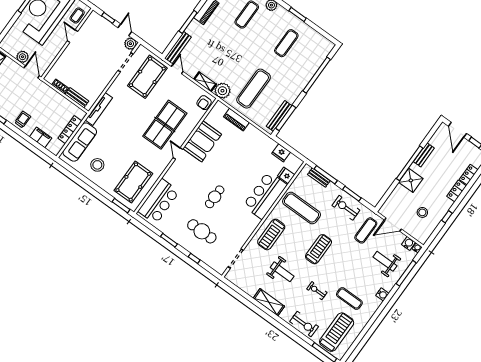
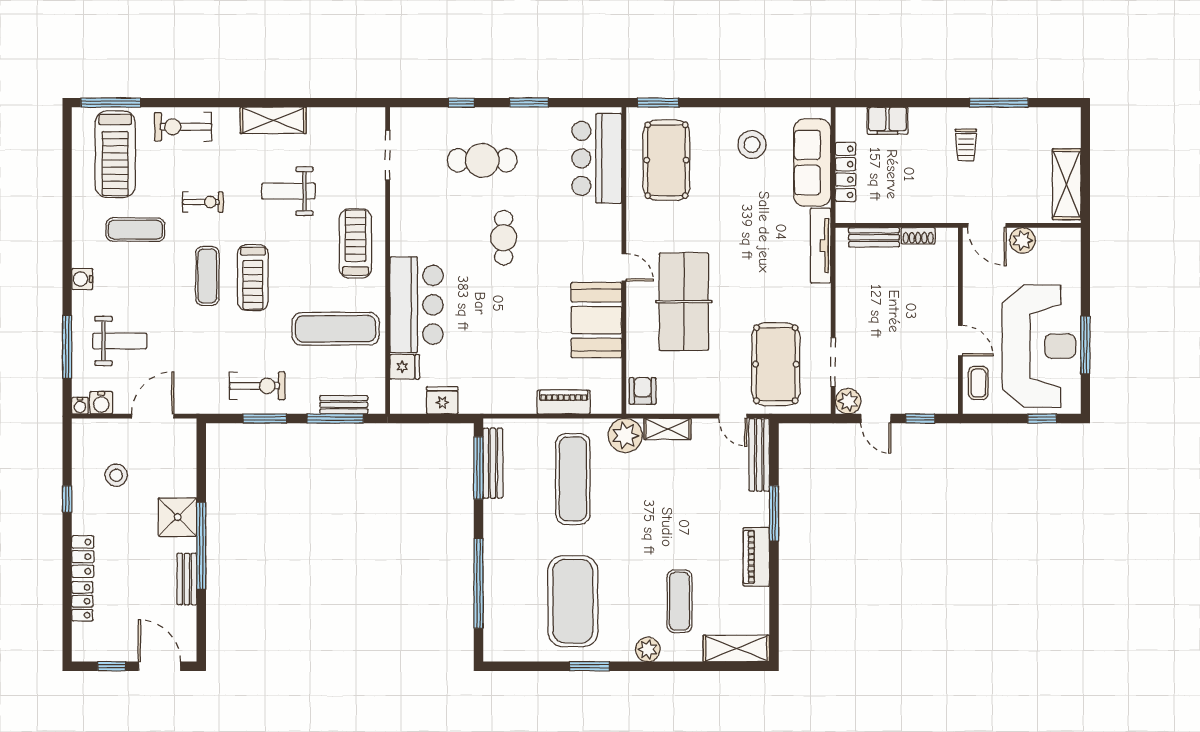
exercise mat: (286, 43) -> (573, 601), width x2.00, depth x1.45
trolley: (23, 120) -> (966, 145), moved
exercise mat: (366, 230) -> (207, 276), moved

